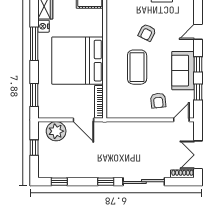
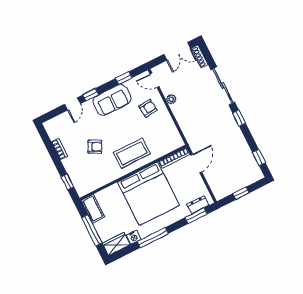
door: (198, 32) -> (73, 104), hinge flipped
window: (198, 64) -> (91, 95), moved
coffee table: (137, 67) -> (132, 153), moved
dresser: (44, 102) -> (198, 205), added
plant: (56, 131) -> (171, 99), moved, width x0.53, depth x0.53

